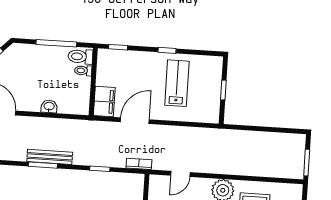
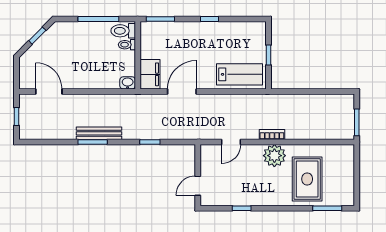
window: (118, 47) -> (160, 19), width x1.50
lab bench: (177, 83) -> (240, 74), moved, turned 90
washbasin: (49, 106) -> (128, 83), moved
bookcase: (139, 164) -> (272, 135), moved

